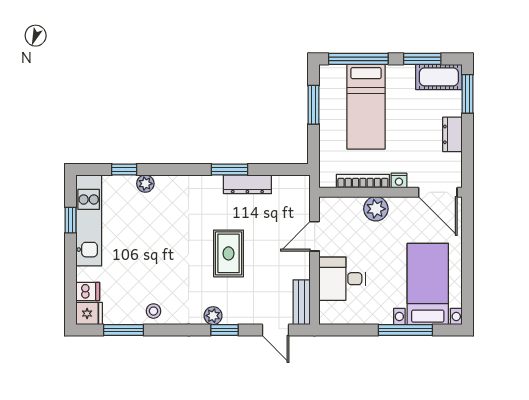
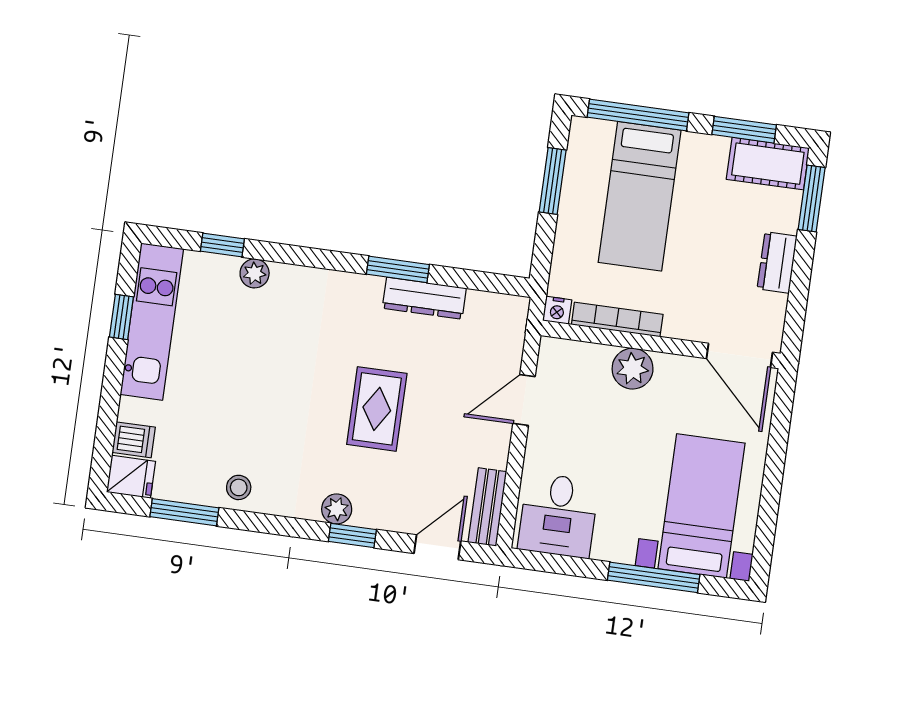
nightstand: (399, 181) -> (557, 310), moved
desk: (342, 279) -> (558, 515), moved, turned -90
door: (275, 330) -> (437, 547), swing flipped

